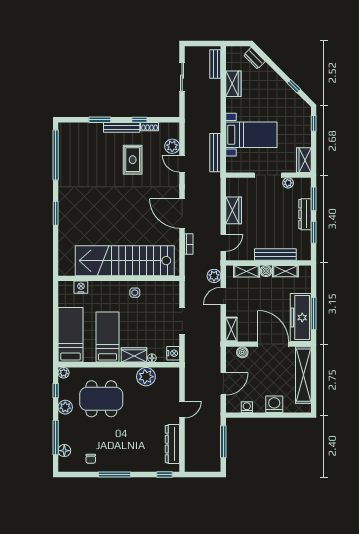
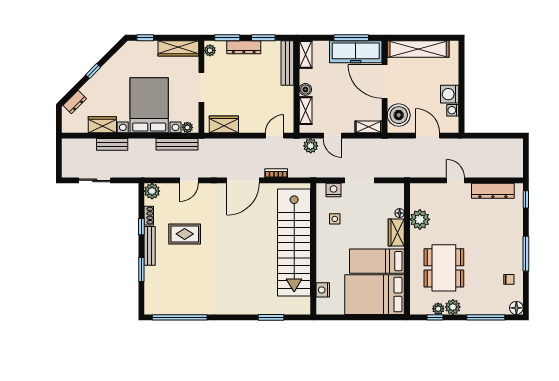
bench: (215, 64) -> (112, 144), moved
window: (294, 86) -> (93, 71), moved
bed with nightstands: (251, 135) -> (149, 105), width x1.36
plant: (172, 146) -> (152, 191), moved
wardrobe: (304, 160) -> (178, 48), width x1.50
plant: (231, 162) -> (187, 127), added
plant: (288, 183) -> (210, 50), moved
wardrobe: (234, 210) -> (224, 124), moved
window: (56, 213) -> (271, 317), moved
door: (223, 243) -> (275, 136), hinge flipped
bench: (275, 255) -> (287, 63), moved
shelving: (285, 271) -> (306, 54), moved
side table: (135, 293) -> (335, 219), moved
bed: (71, 335) -> (374, 295), width x1.50
door: (273, 344) -> (385, 82), hinge flipped
boiler: (242, 352) -> (399, 115), width x1.86, depth x1.86
nightstand: (173, 353) -> (334, 190), moved
plant: (64, 373) -> (438, 309), moved
washing machine: (274, 404) -> (450, 94), moved
window: (223, 442) -> (490, 136), removed
floor lamp: (64, 451) -> (516, 308), moved

